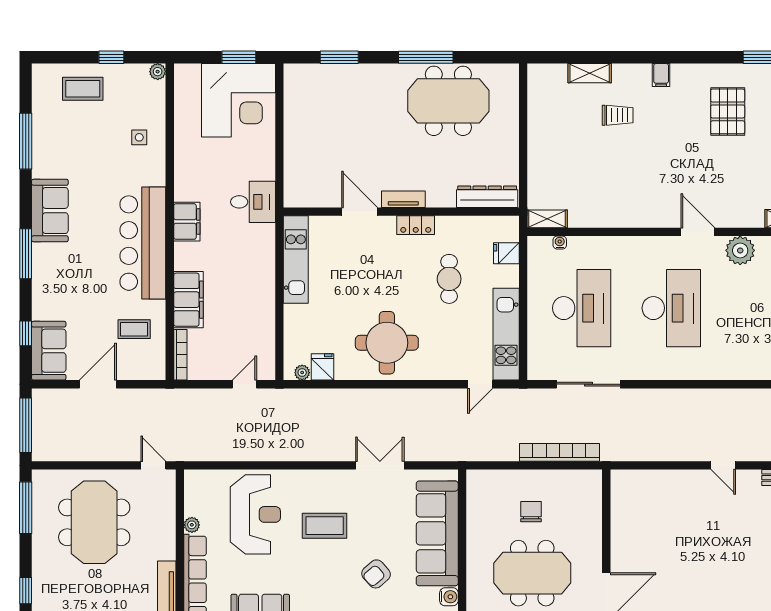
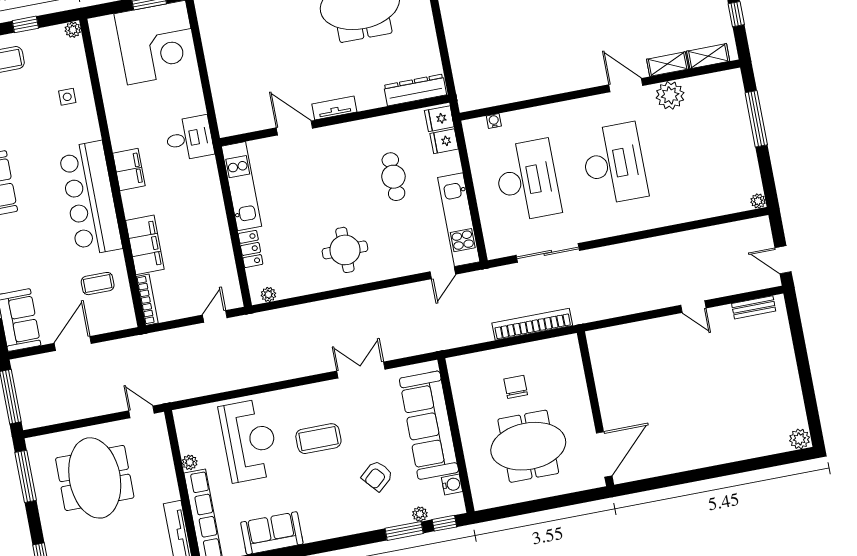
shelving: (547, 219) -> (668, 64), moved
locker: (416, 225) -> (251, 249), moved, turned -90
round table: (387, 343) -> (345, 250), width x0.73, depth x0.73
fridge: (322, 367) -> (439, 119), moved, turned -90

